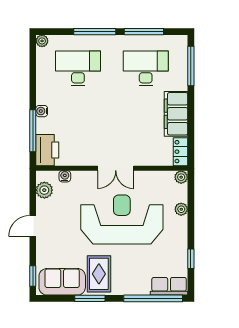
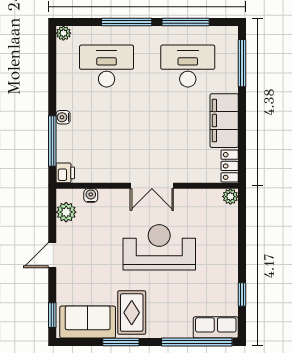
printer: (47, 150) -> (65, 173), width x0.53, depth x0.68
plant: (181, 209) -> (230, 235), removed
reception desk: (122, 219) -> (159, 247), width x0.74, depth x0.77

